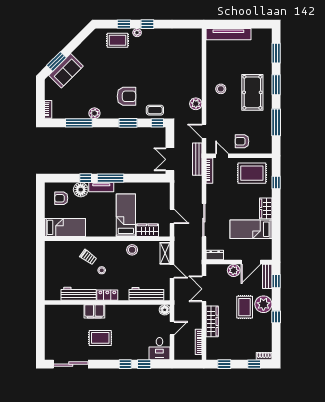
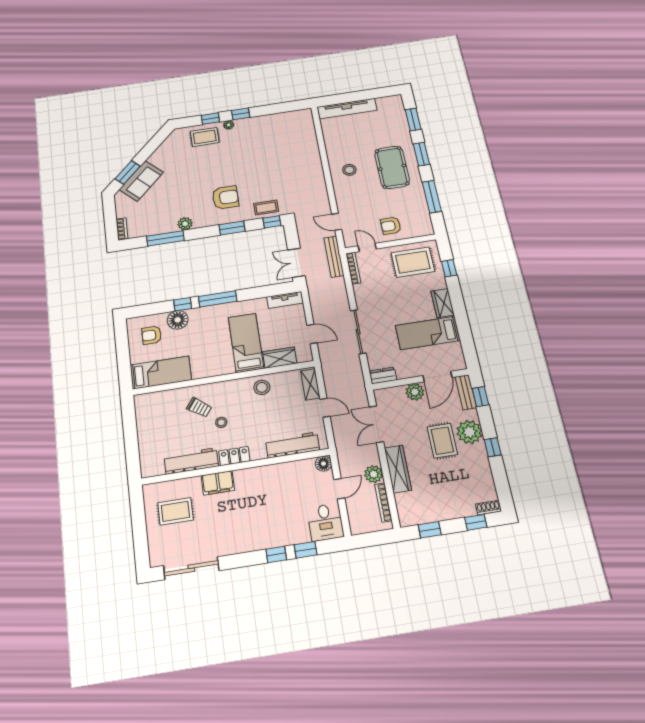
plant: (196, 104) -> (374, 474), moved
tv unit: (101, 187) -> (285, 300), moved
rug: (100, 338) -> (175, 511), moved

